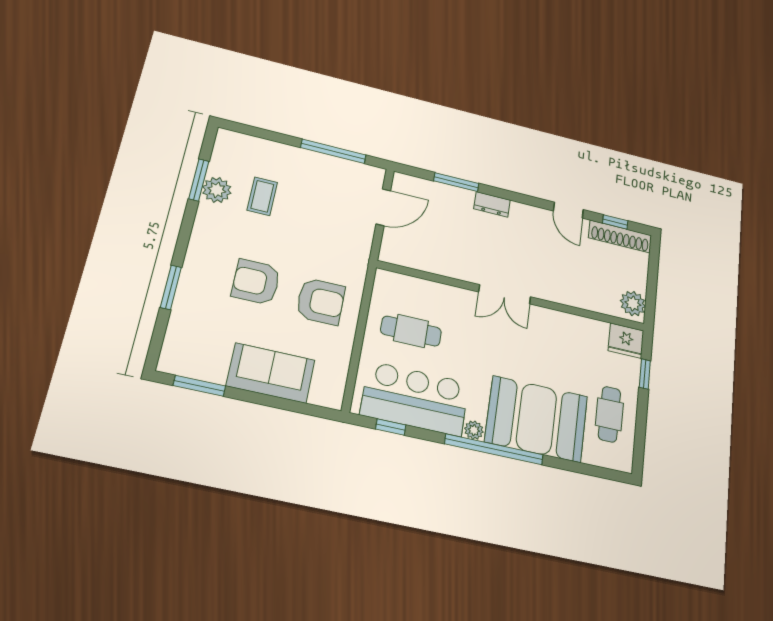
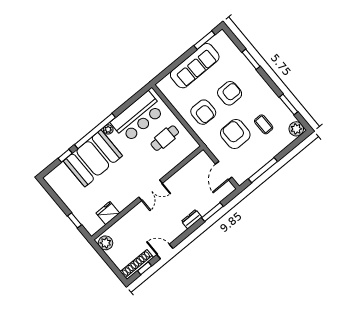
plant: (217, 190) -> (296, 129), moved
armchair: (313, 229) -> (235, 134), added
double door: (505, 294) -> (151, 190), swing flipped
armchair: (321, 301) -> (203, 112), turned -90
fridge: (626, 341) -> (108, 213), moved
sofa: (271, 373) -> (195, 66), width x1.36
cafe table: (609, 414) -> (71, 190), removed
window: (391, 427) -> (65, 156), moved

